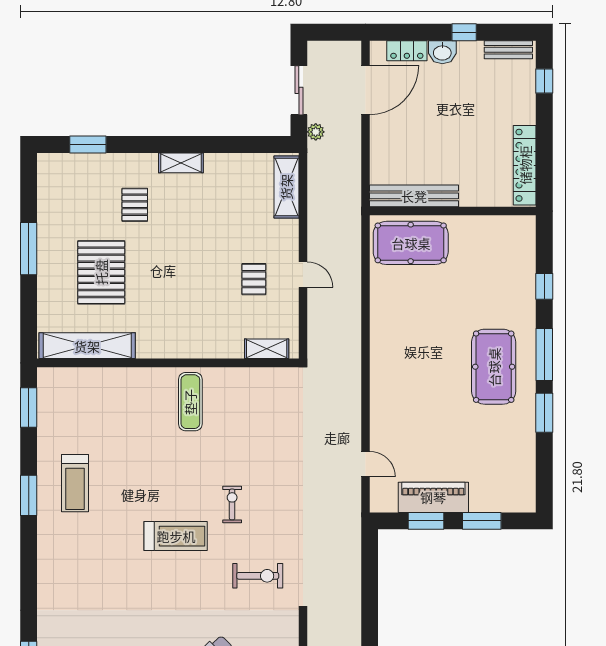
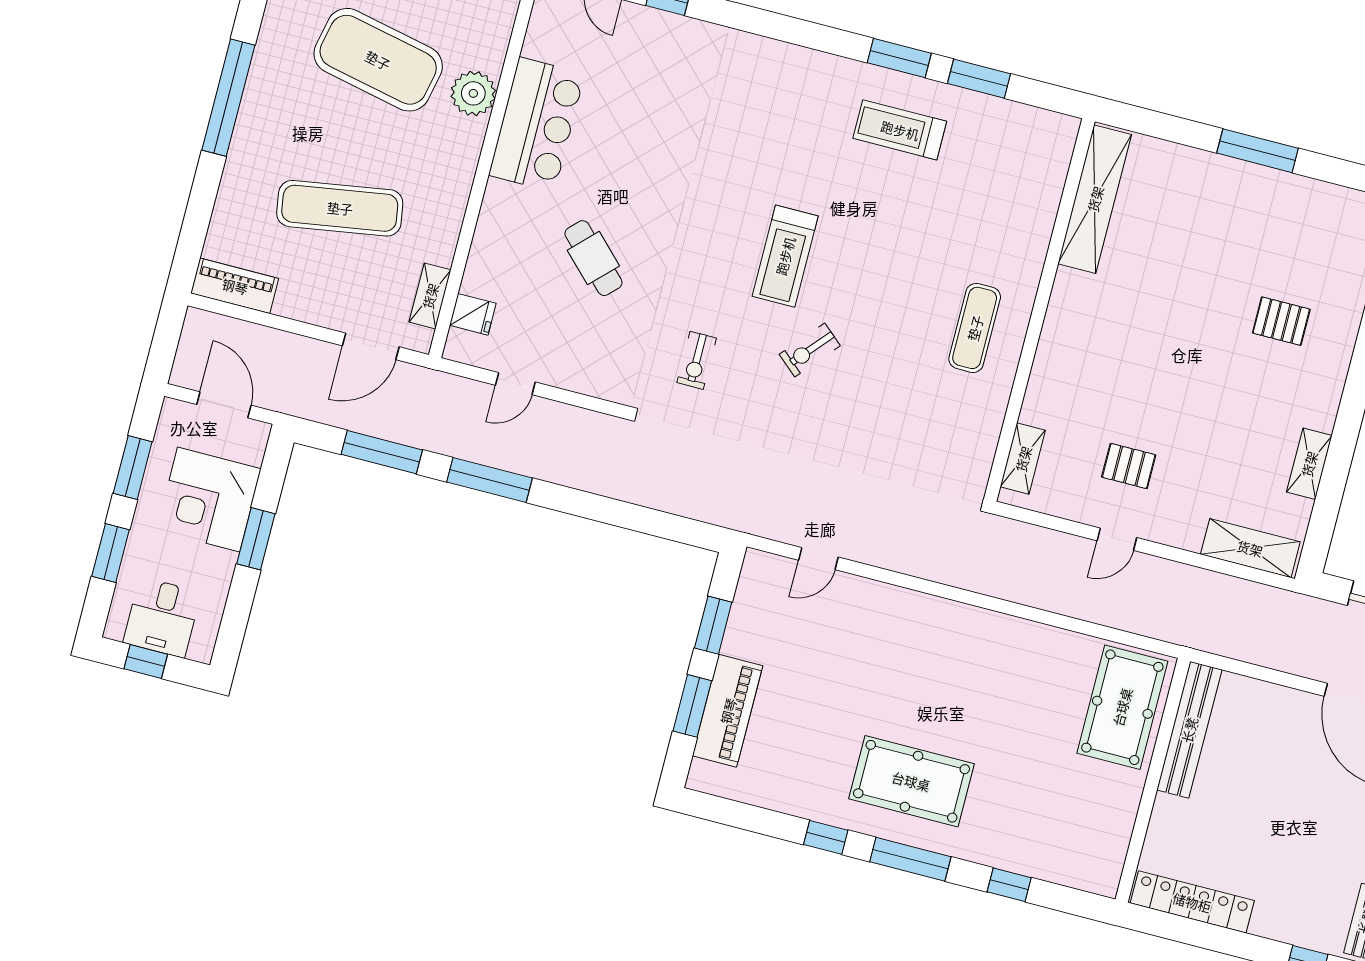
plant: (316, 132) -> (1319, 611), removed
shelving: (181, 163) -> (1309, 464), moved
pallet: (101, 272) -> (1196, 247), removed
exercise mat: (190, 402) -> (975, 328), turned 90
window: (29, 408) -> (979, 79), moved
window: (544, 413) -> (826, 837), width x0.67
piano: (433, 497) -> (728, 711), moved
exercise bike: (232, 504) -> (810, 350), turned 131
exercise bike: (258, 576) -> (697, 360), width x0.73, depth x0.72

